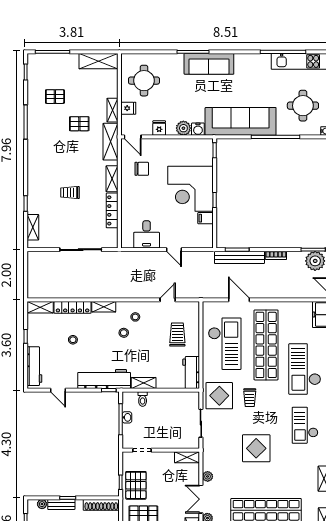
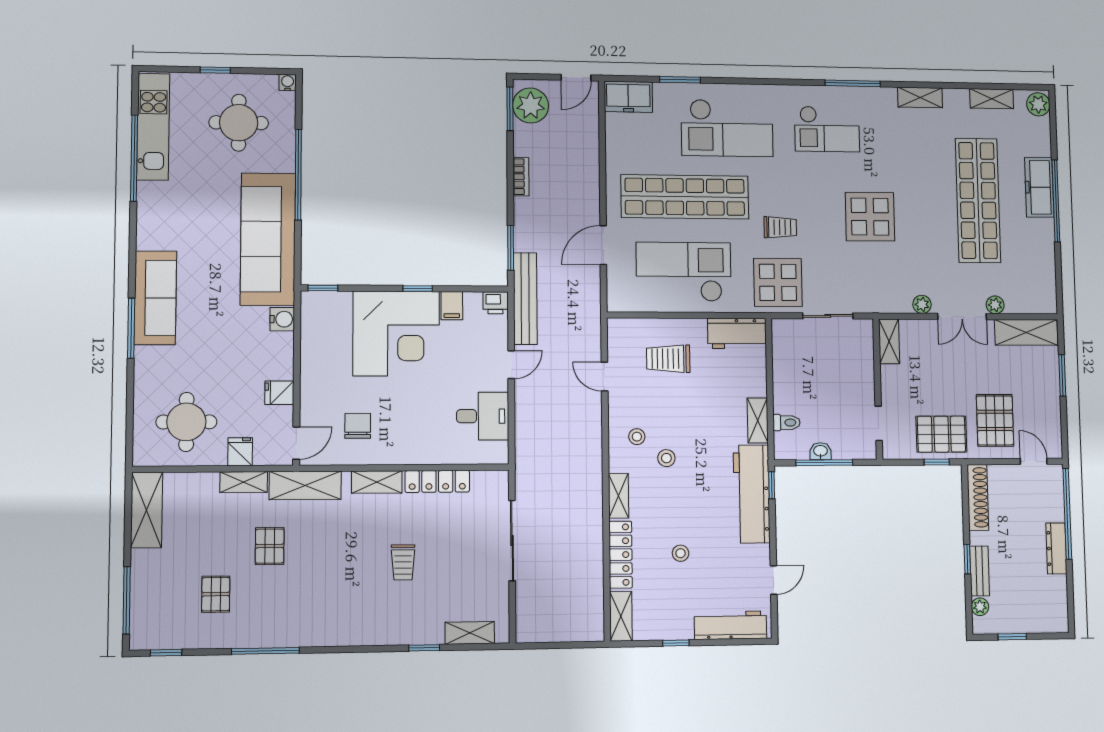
plant: (183, 128) -> (280, 347), removed
printer: (207, 241) -> (495, 303), added
bench: (239, 257) -> (525, 299), moved

